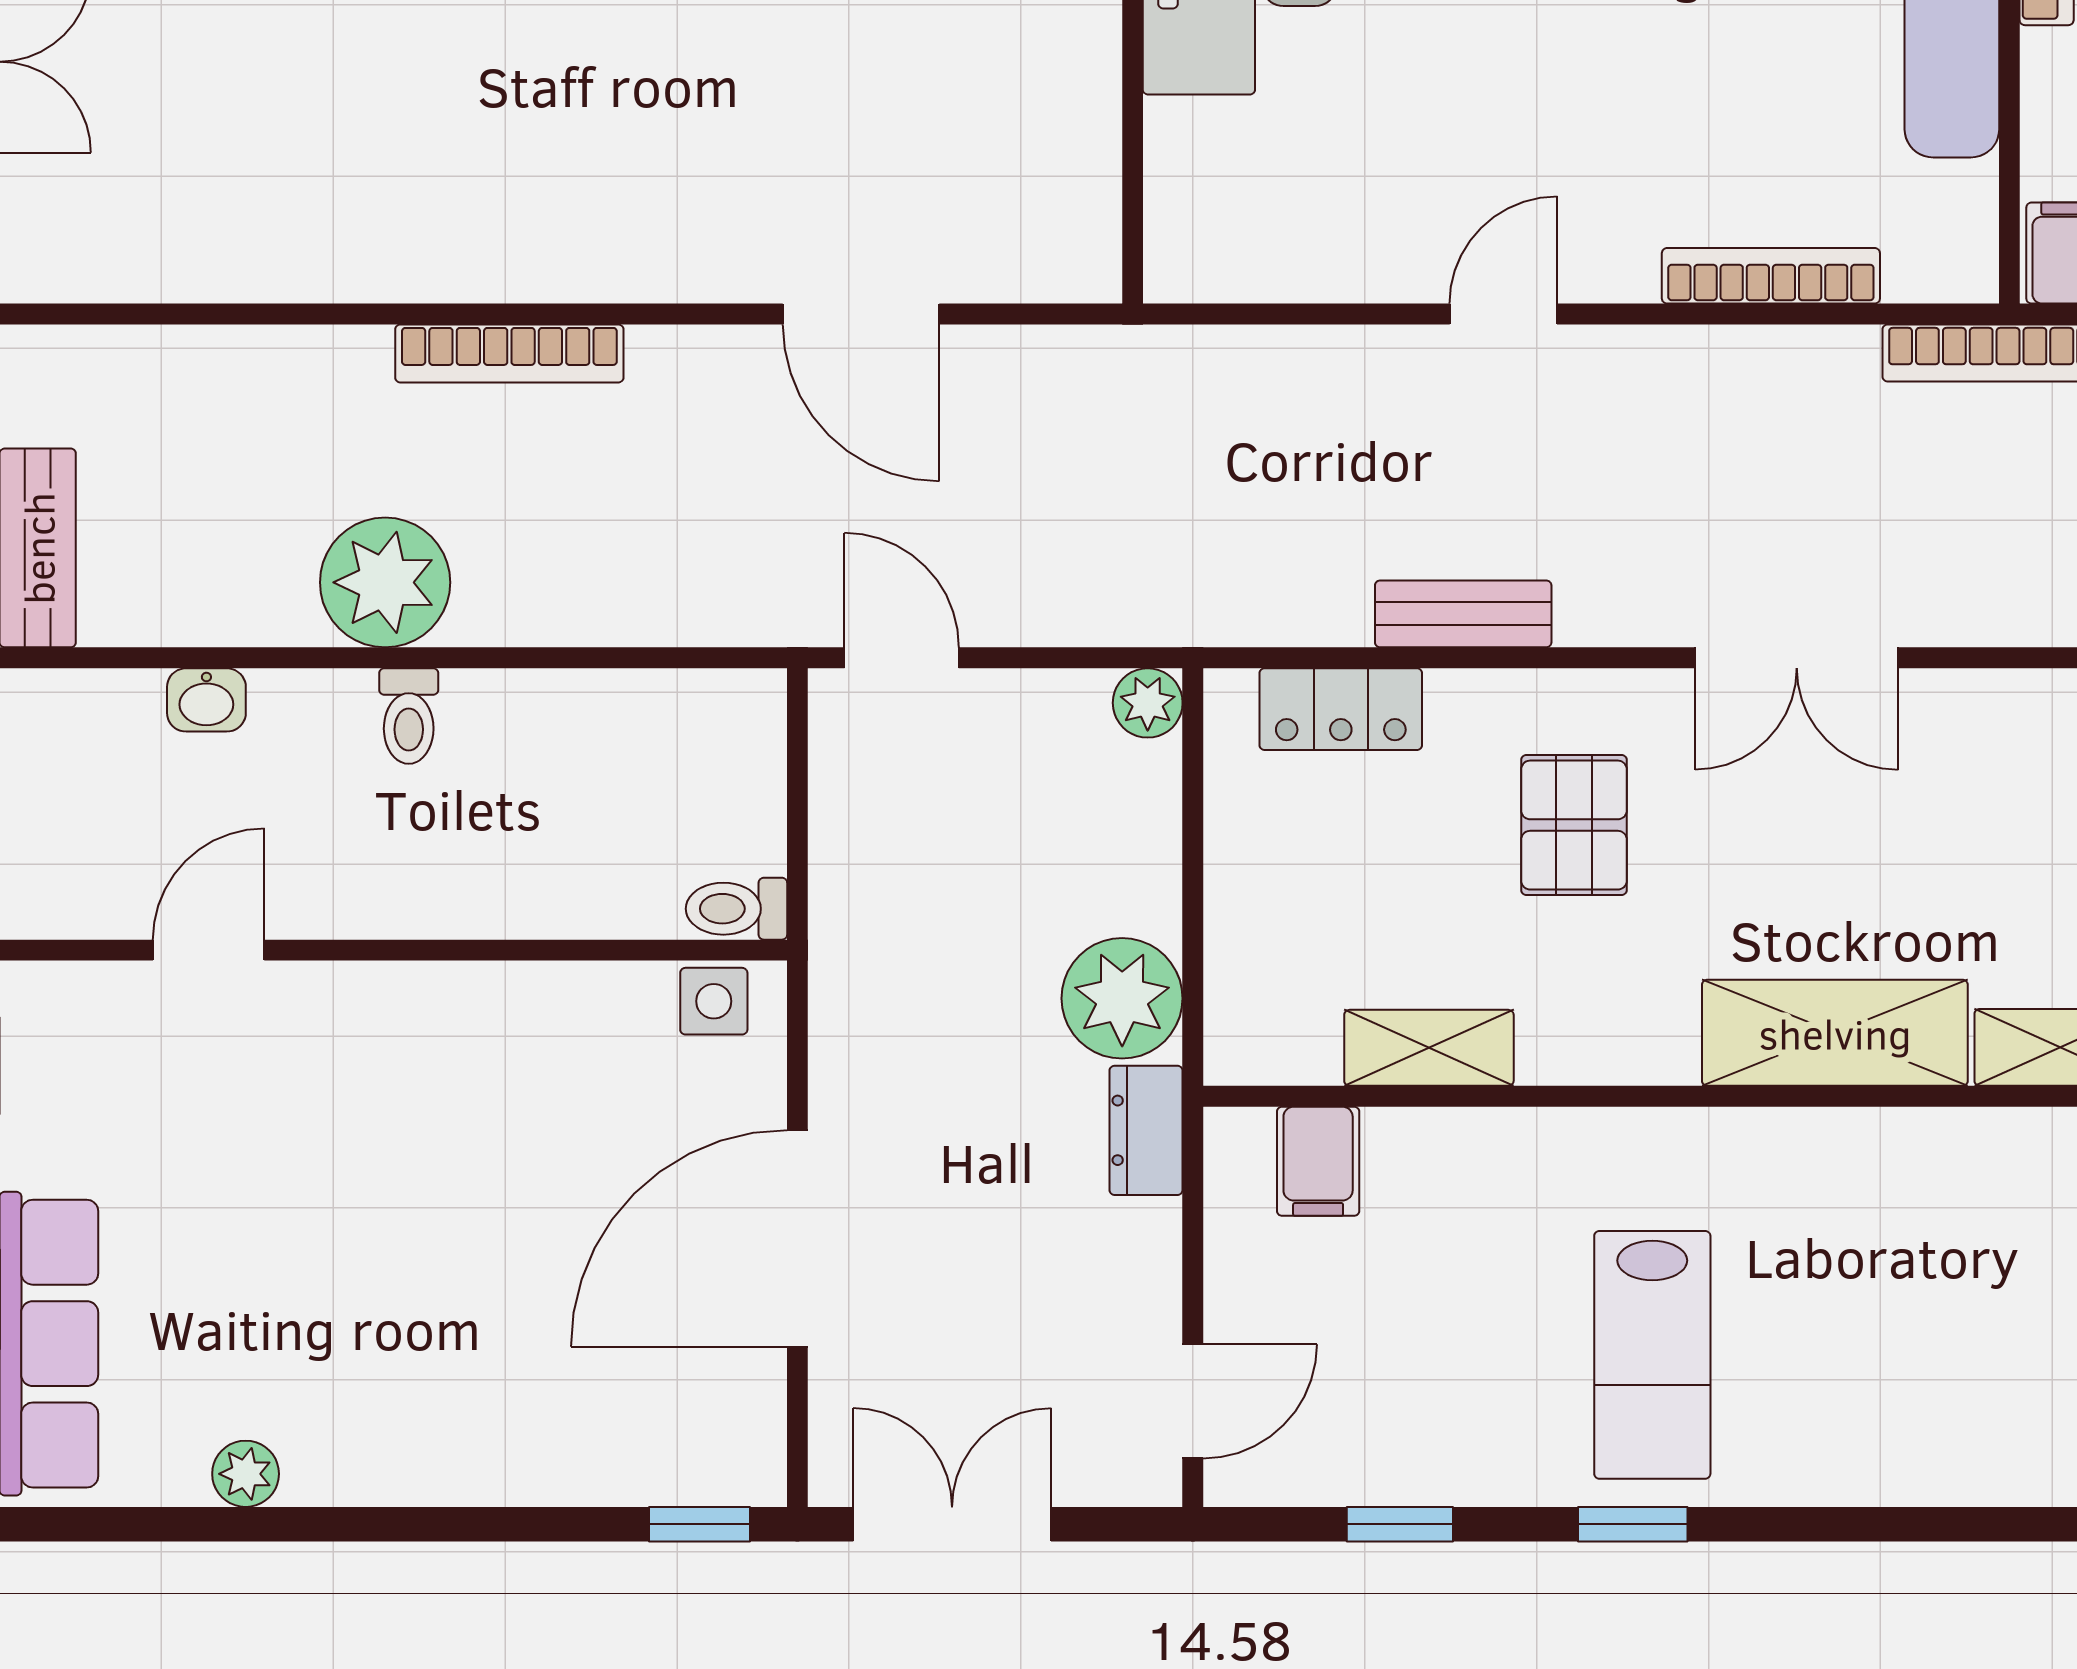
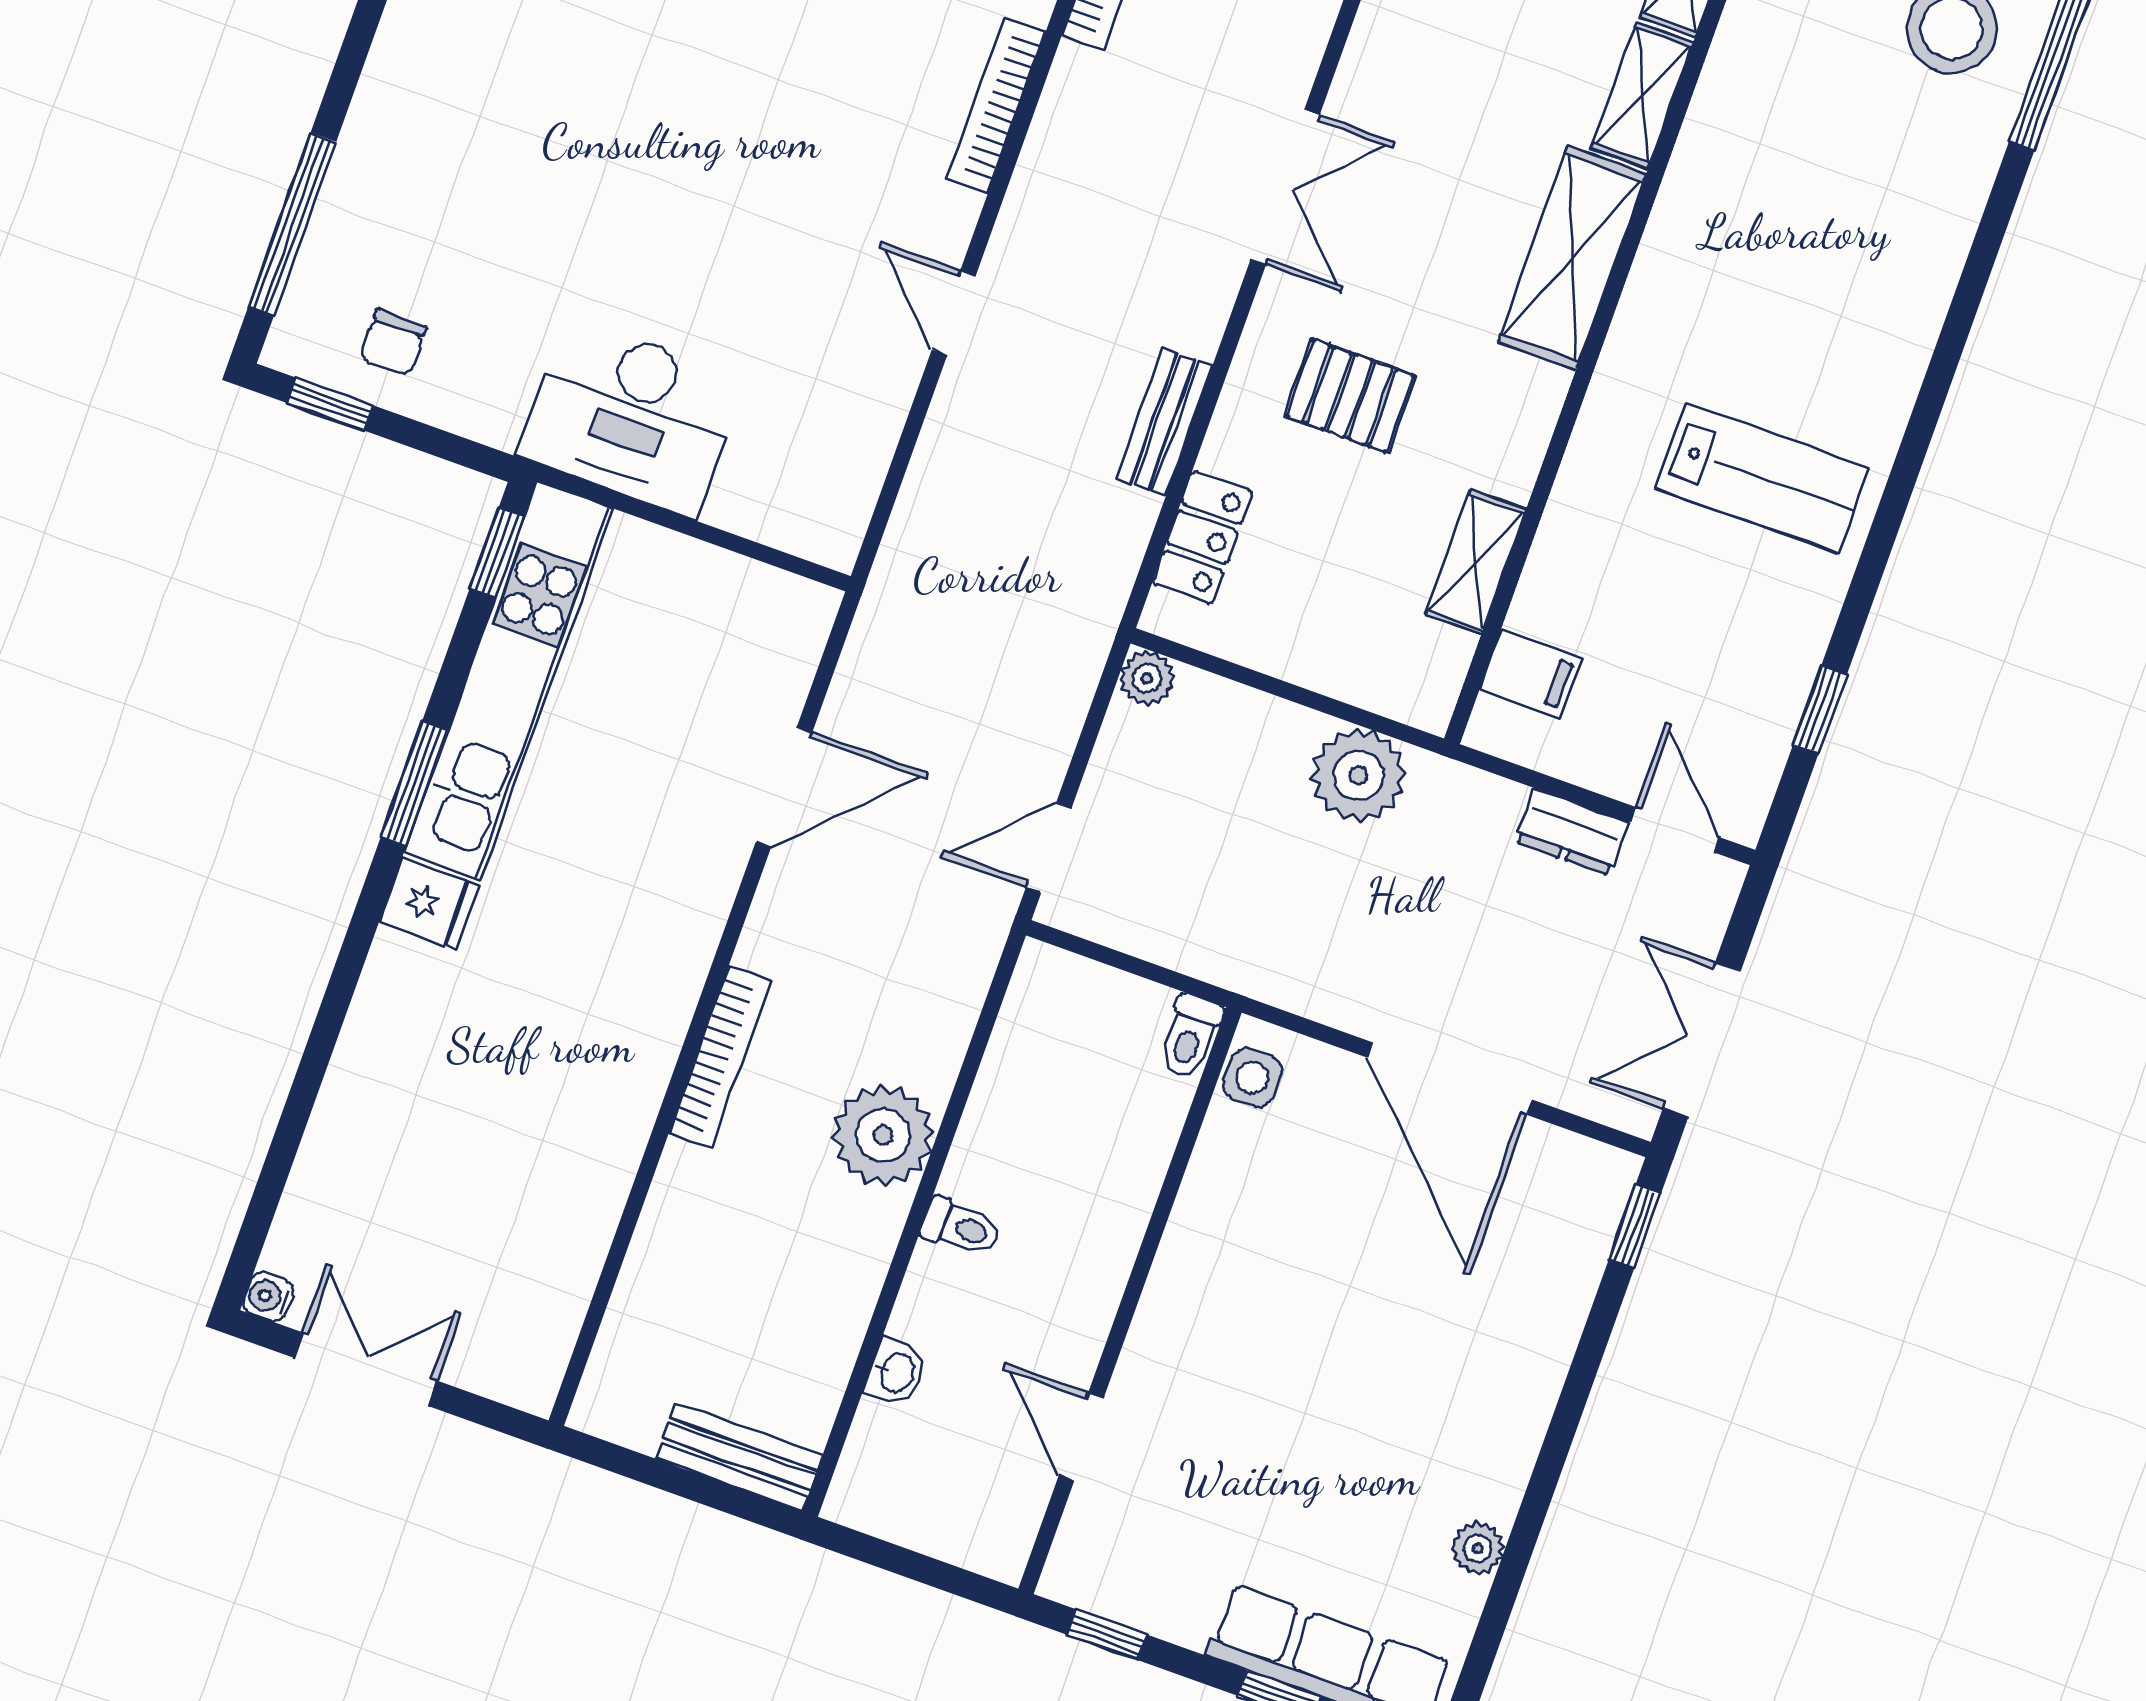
plant: (385, 582) -> (883, 1135), moved
dresser: (1146, 1130) -> (1572, 832), moved
window: (1633, 1524) -> (1882, 537), removed

